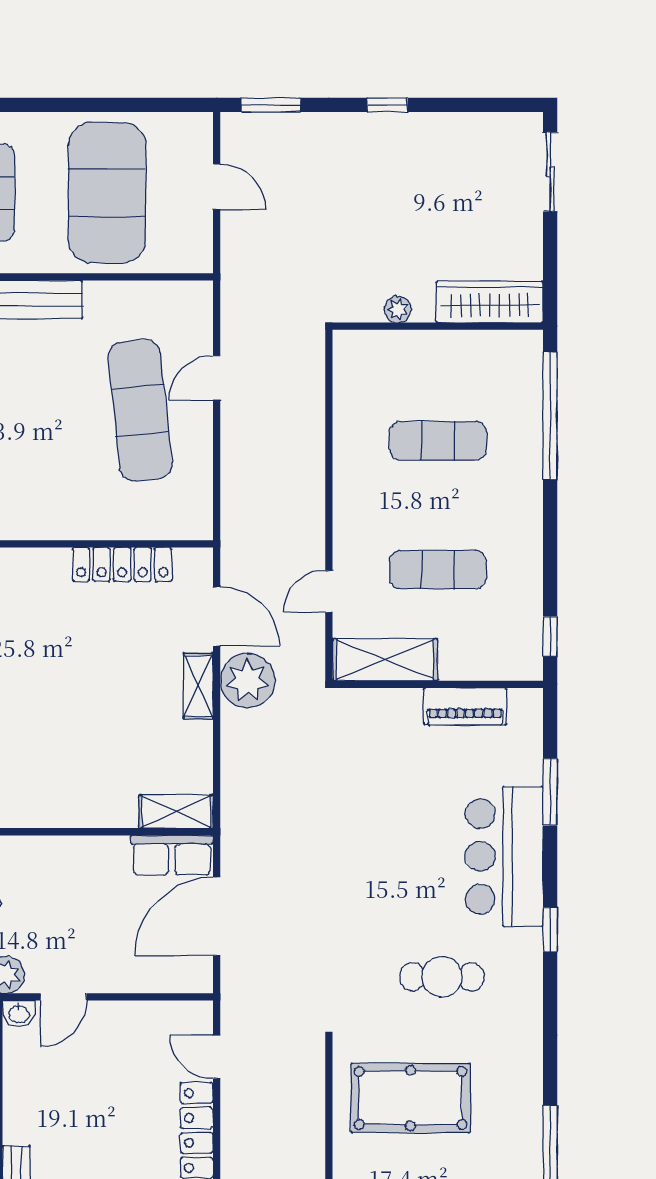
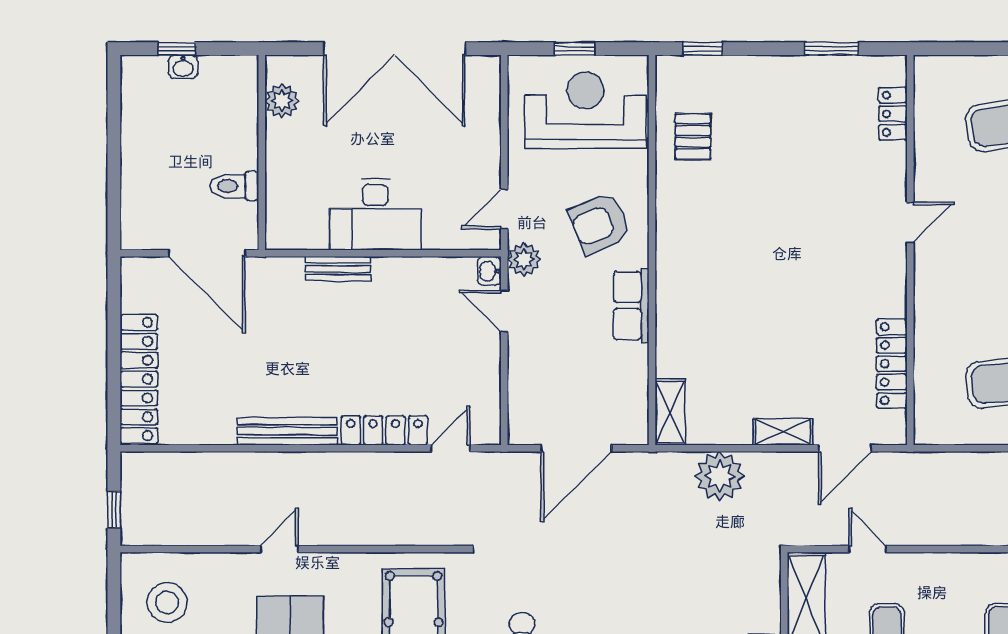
plant: (247, 681) -> (720, 476), moved
row of seats: (172, 855) -> (631, 306), moved
door: (217, 916) -> (576, 448), swing flipped

